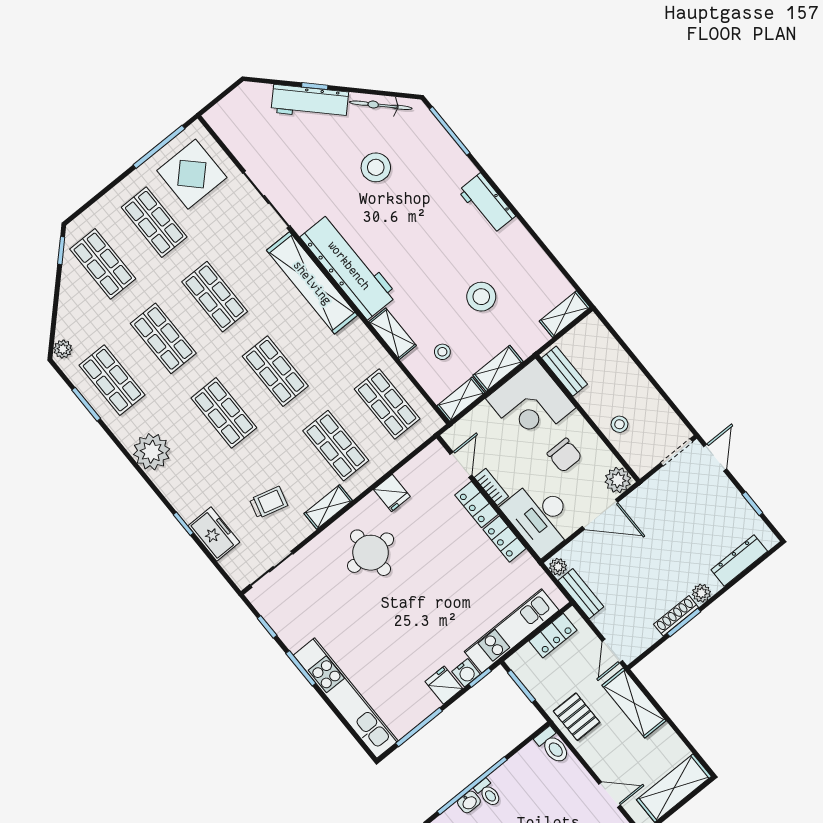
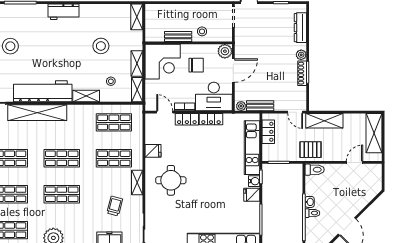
bench: (564, 371) -> (178, 36), moved
washbasin: (469, 802) -> (310, 202), moved

